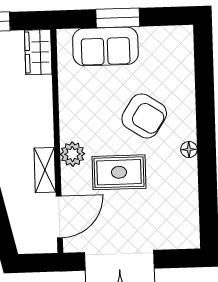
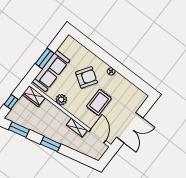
sofa: (105, 46) -> (51, 71), width x1.36
plant: (72, 154) -> (61, 100), moved

